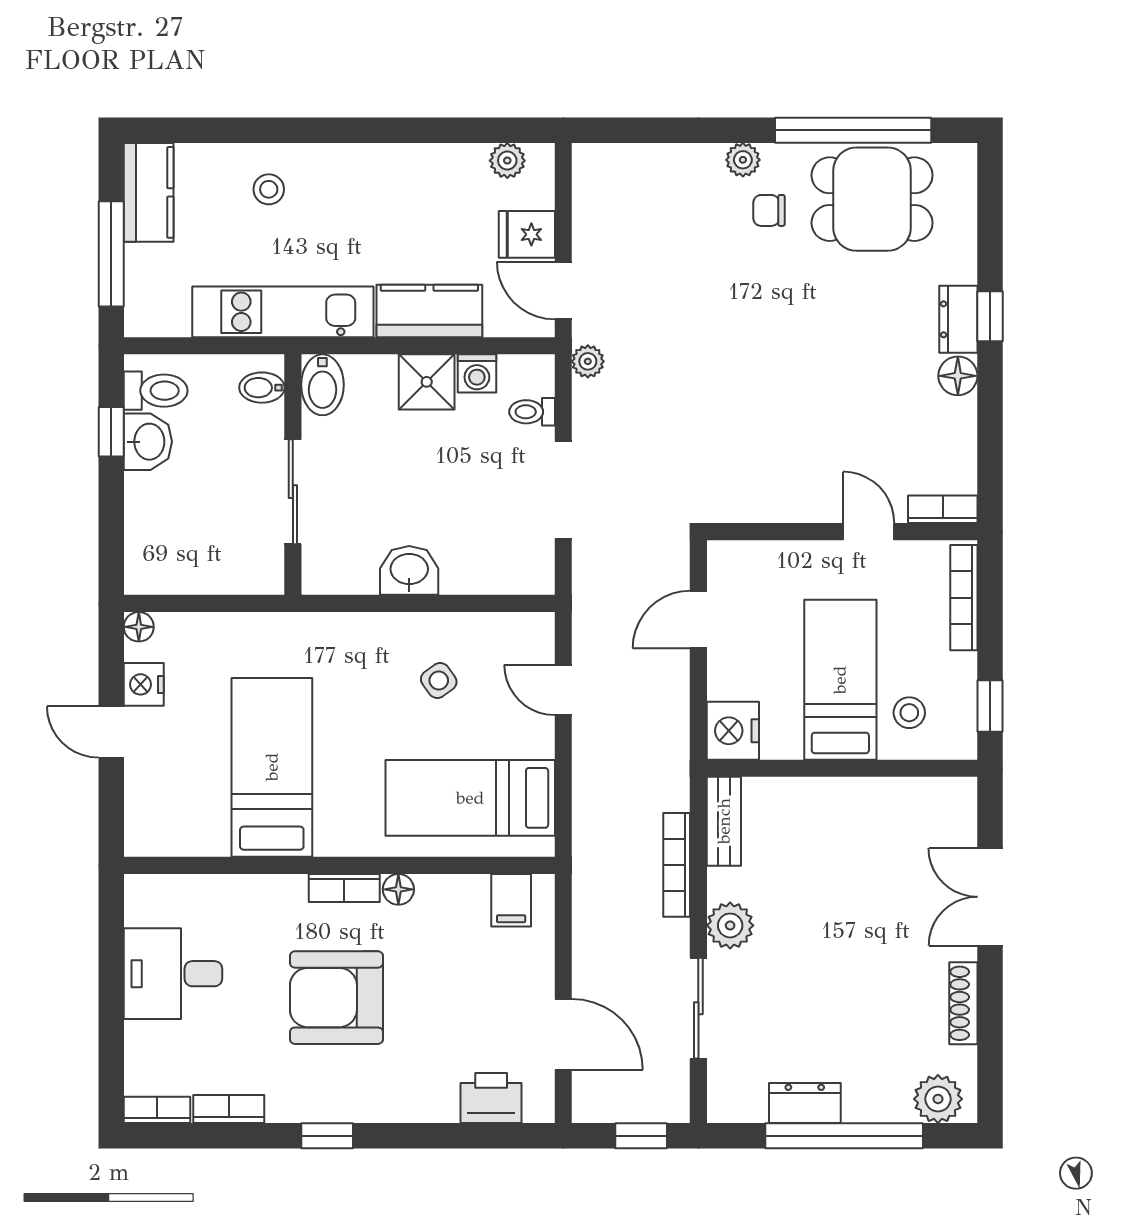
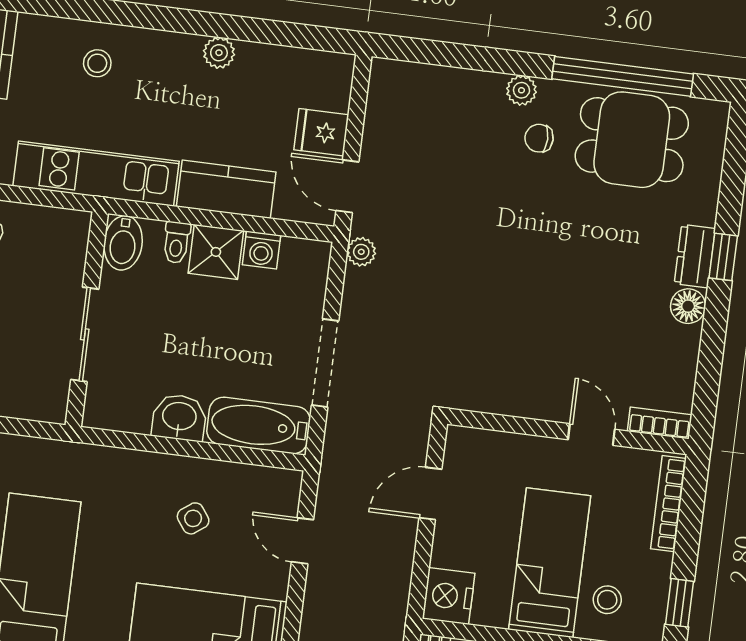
plant: (507, 161) -> (219, 53), moved
bidet: (262, 388) -> (69, 239), removed
toilet: (532, 412) -> (176, 243), moved, turned -90
bathtub: (498, 568) -> (258, 425), added

